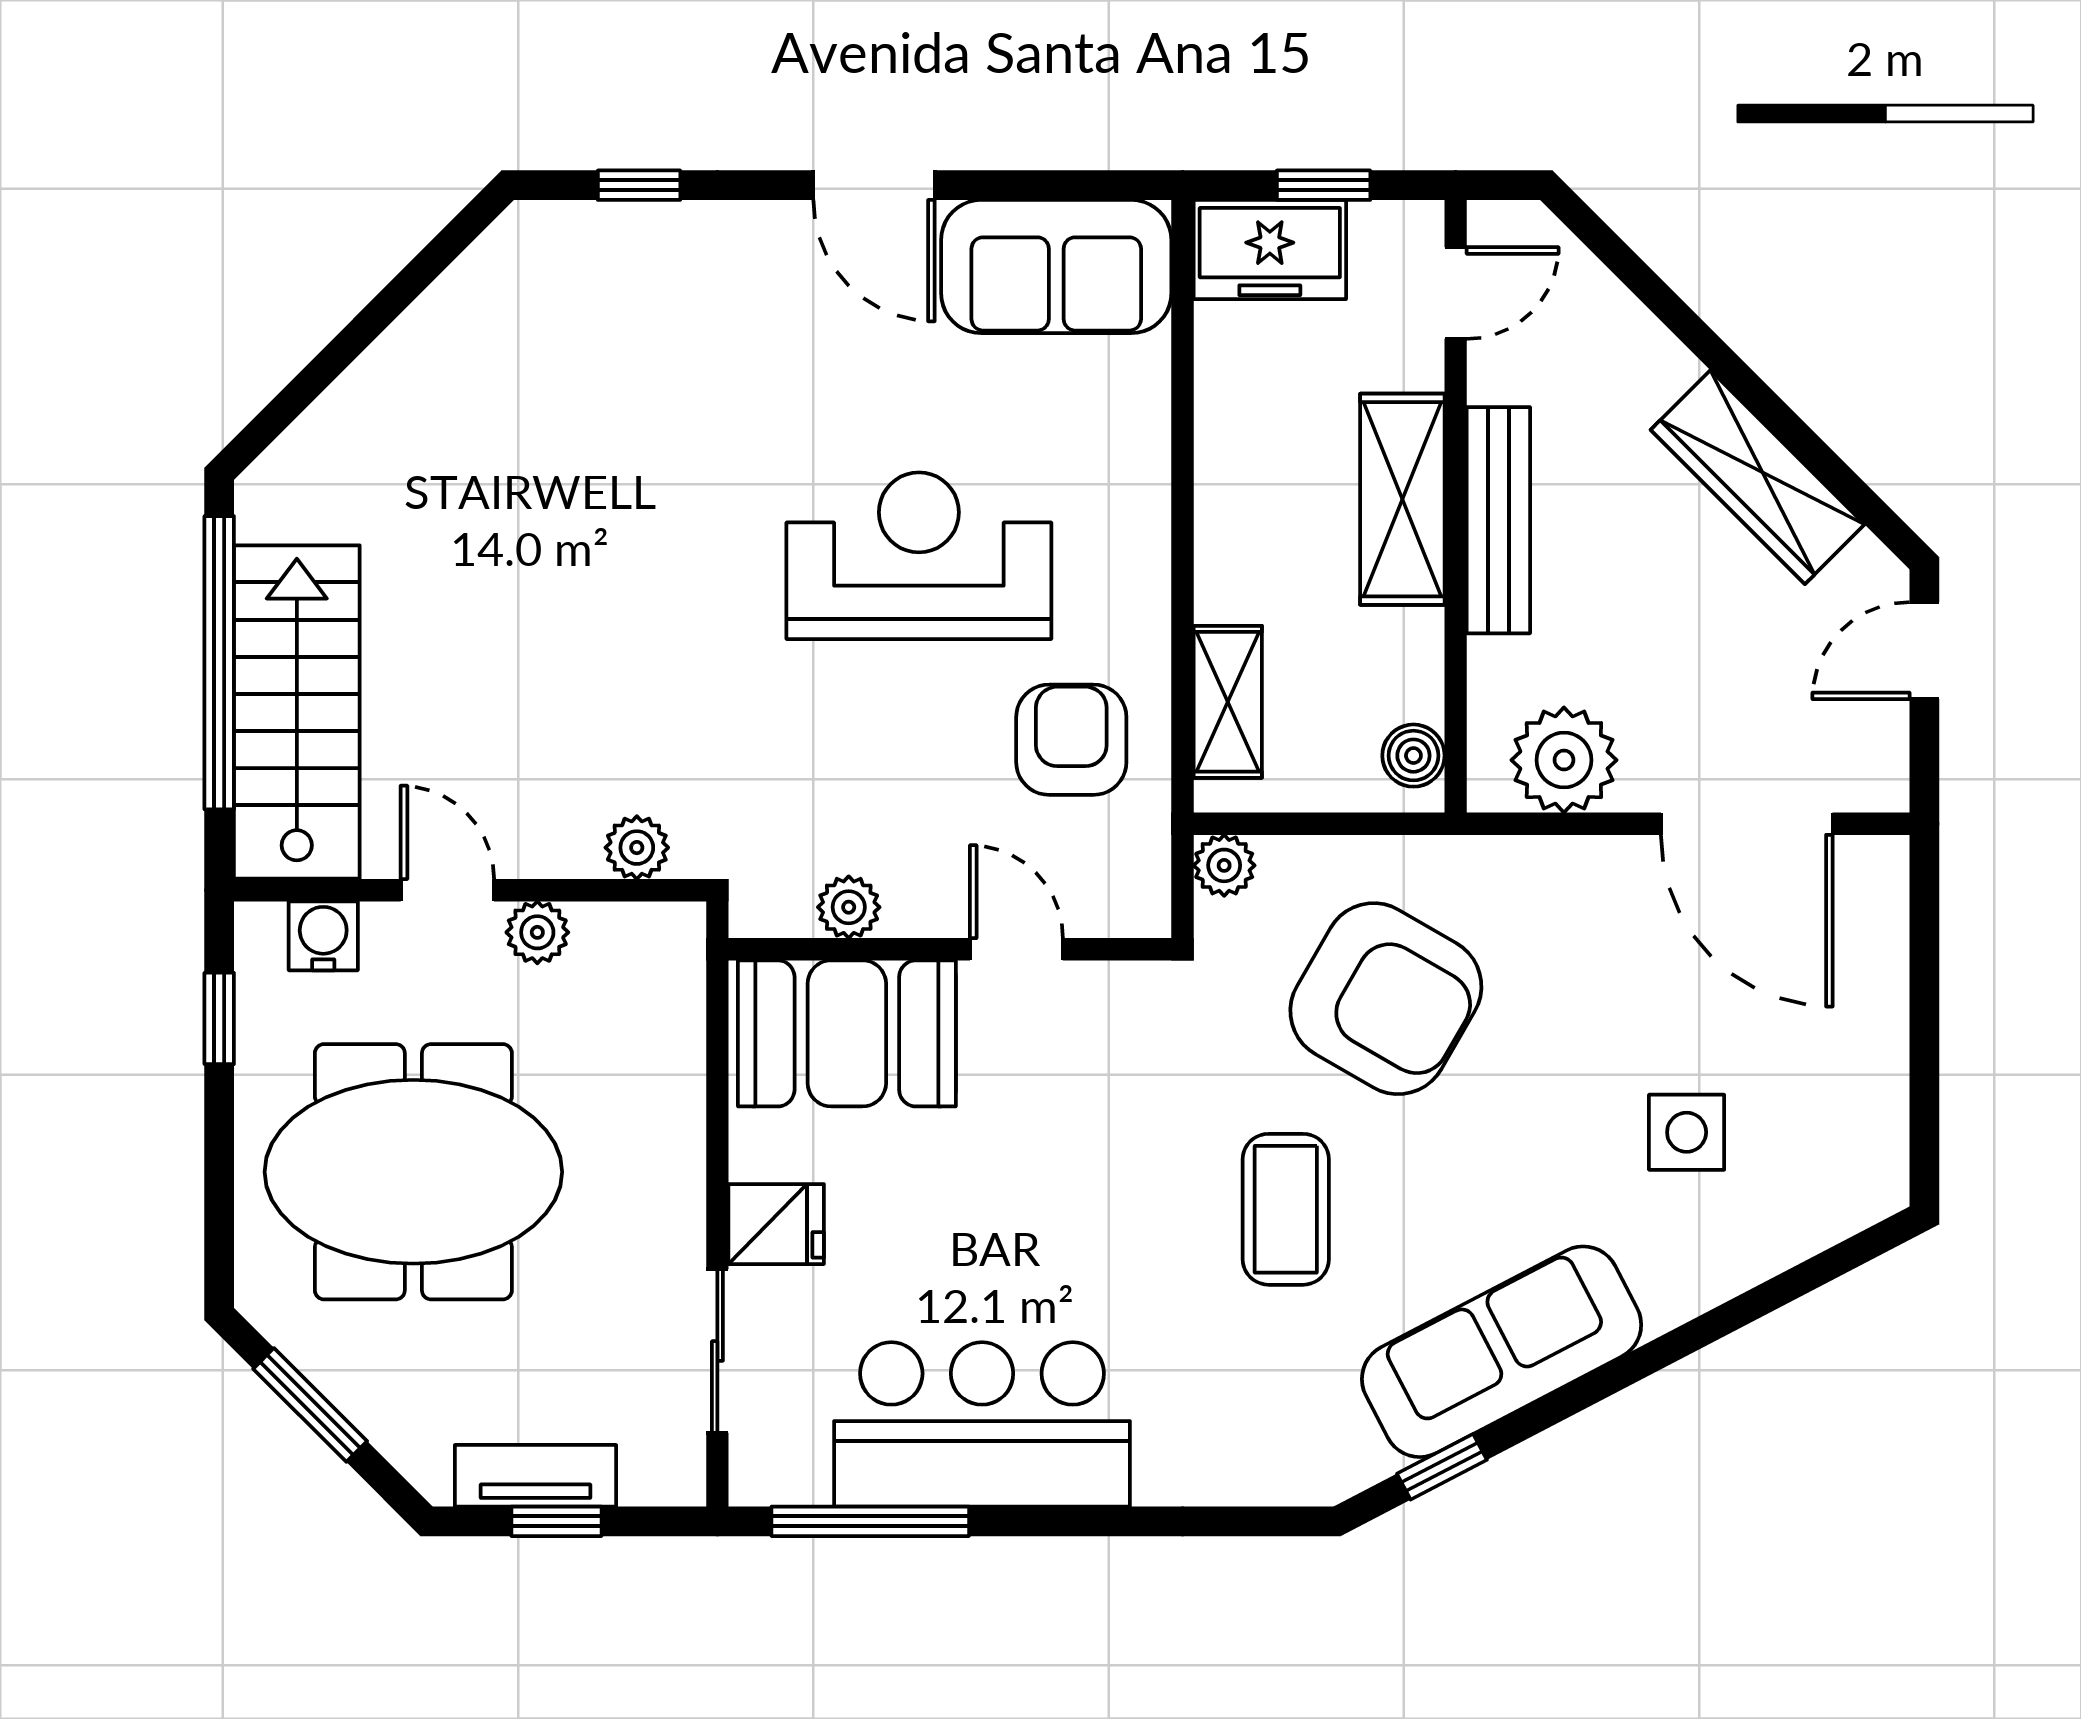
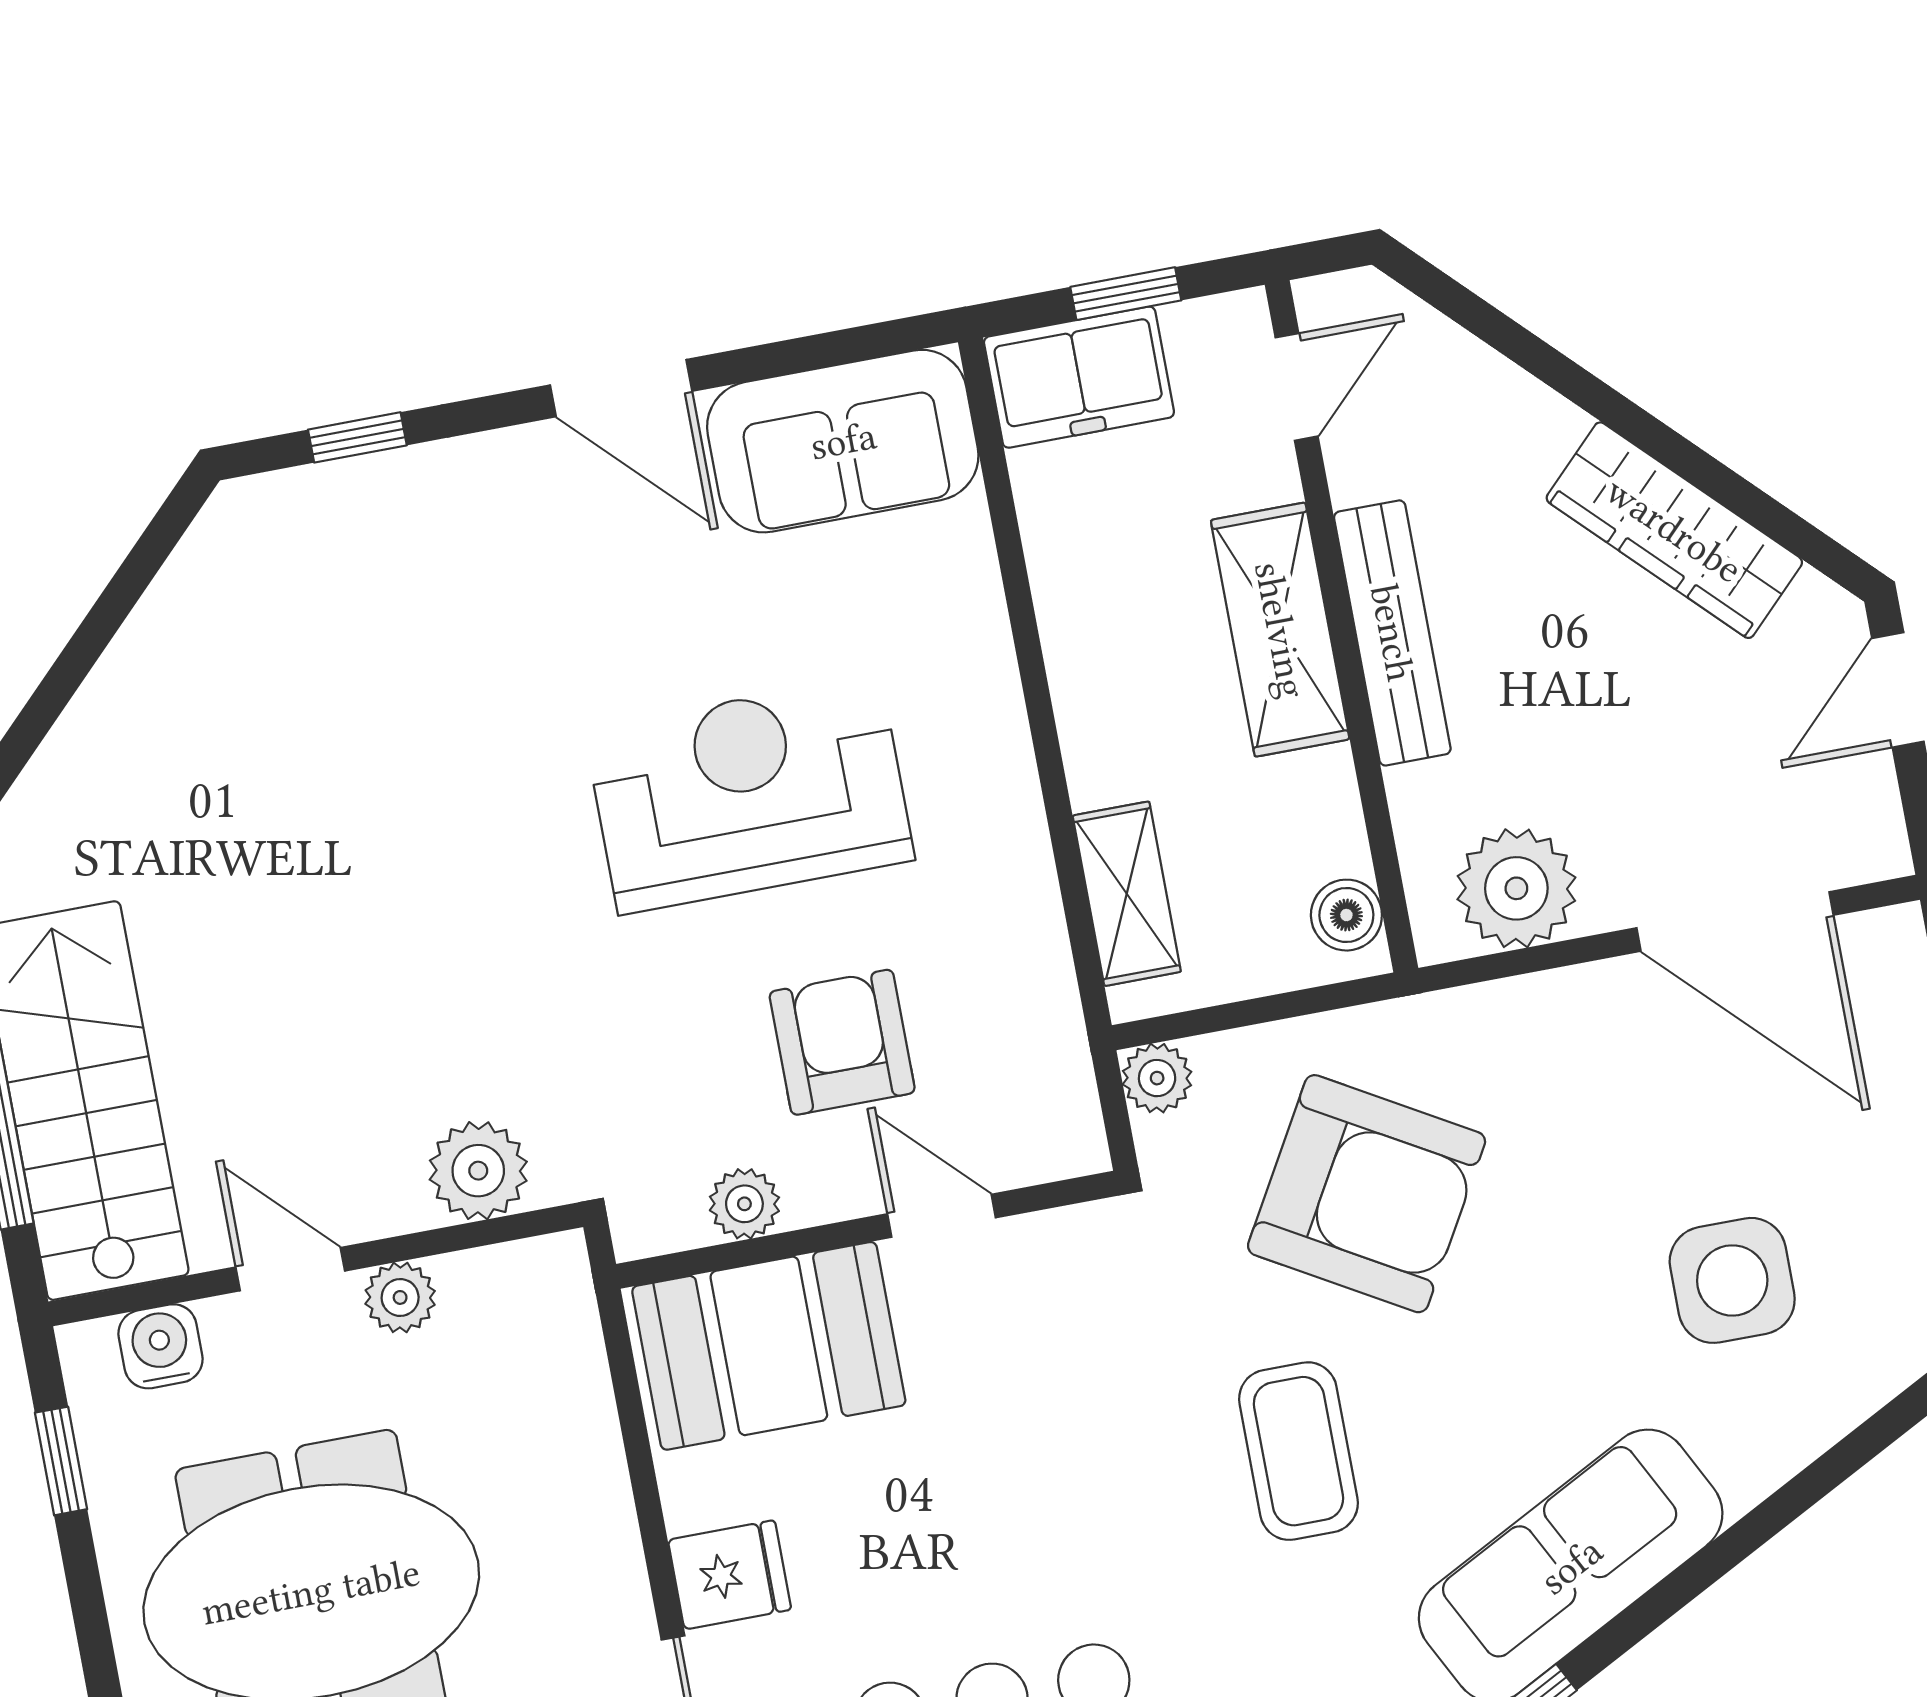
armchair: (1071, 740) -> (842, 1042), moved
plant: (637, 848) -> (478, 1171), width x1.38, depth x1.38
side table: (1687, 1132) -> (1732, 1280), width x1.37, depth x1.37

